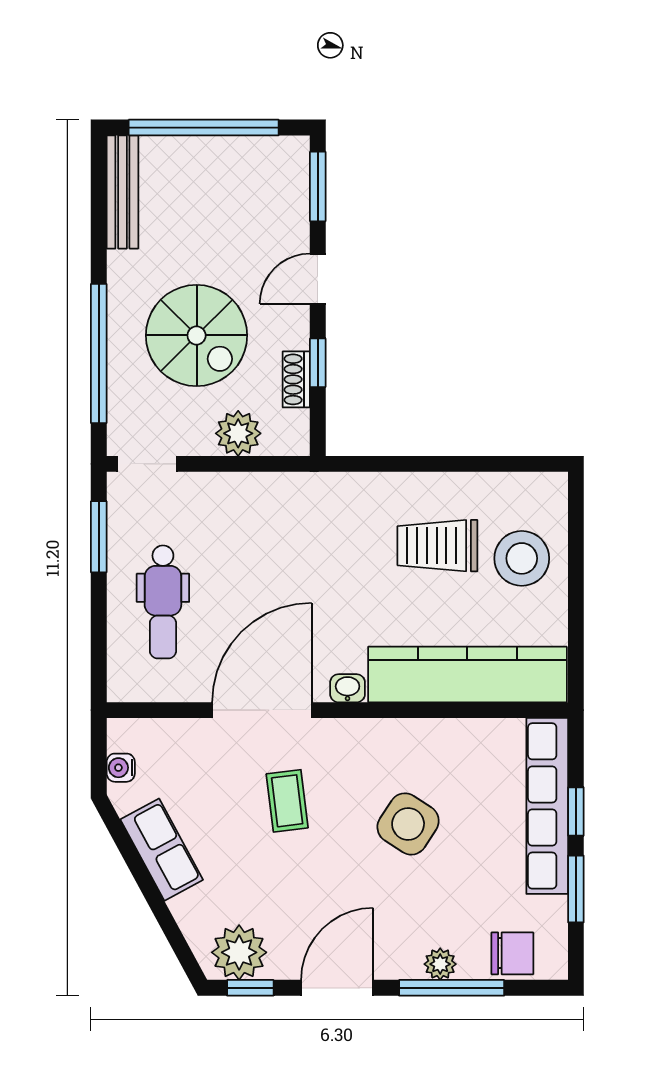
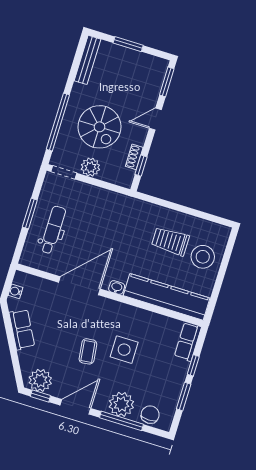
window: (204, 128) -> (128, 44), width x0.47
window: (318, 363) -> (141, 166), moved
plant: (238, 433) -> (90, 167), moved
window: (99, 537) -> (30, 213), moved
dental chair: (163, 602) -> (53, 230), turned 180
coffee table: (287, 801) -> (88, 351), moved
row of seats: (547, 806) -> (188, 342), width x0.50
side table: (408, 824) -> (124, 350), turned -33
chair: (512, 953) -> (150, 415), turned -90
plant: (440, 964) -> (121, 404), width x1.87, depth x1.87

